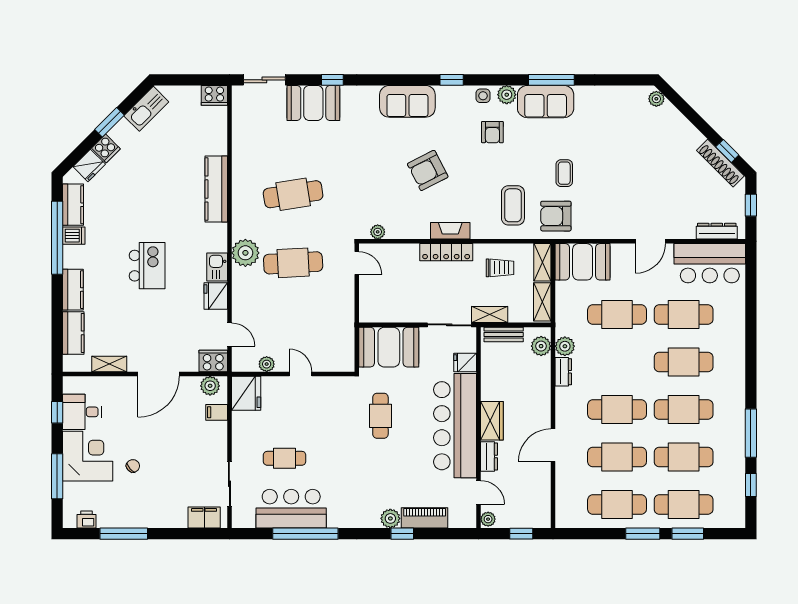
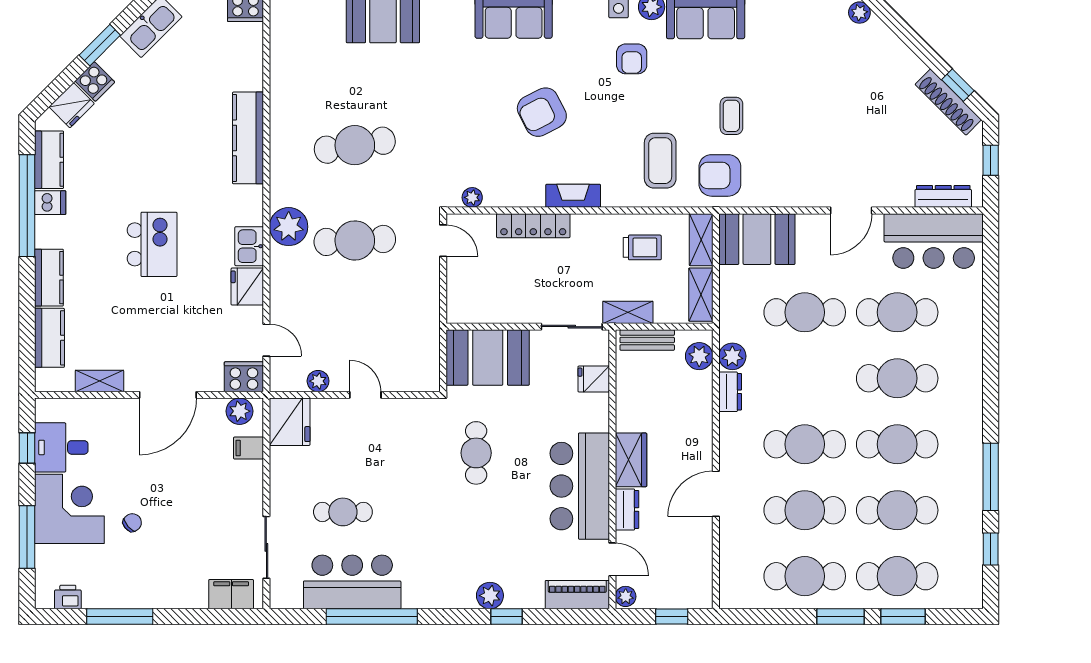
locker: (446, 252) -> (533, 226), moved
bar counter: (455, 426) -> (580, 486), width x0.73
piano: (425, 518) -> (577, 595), moved

